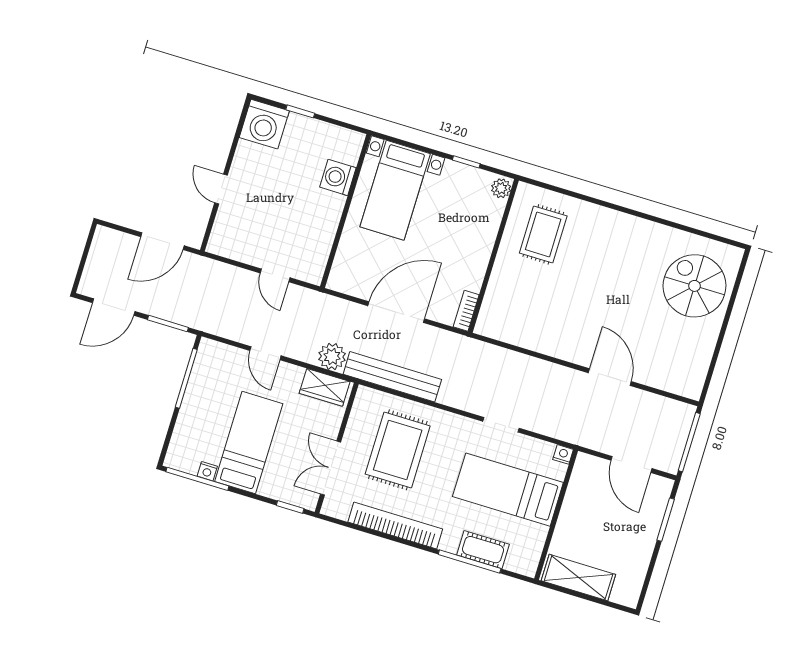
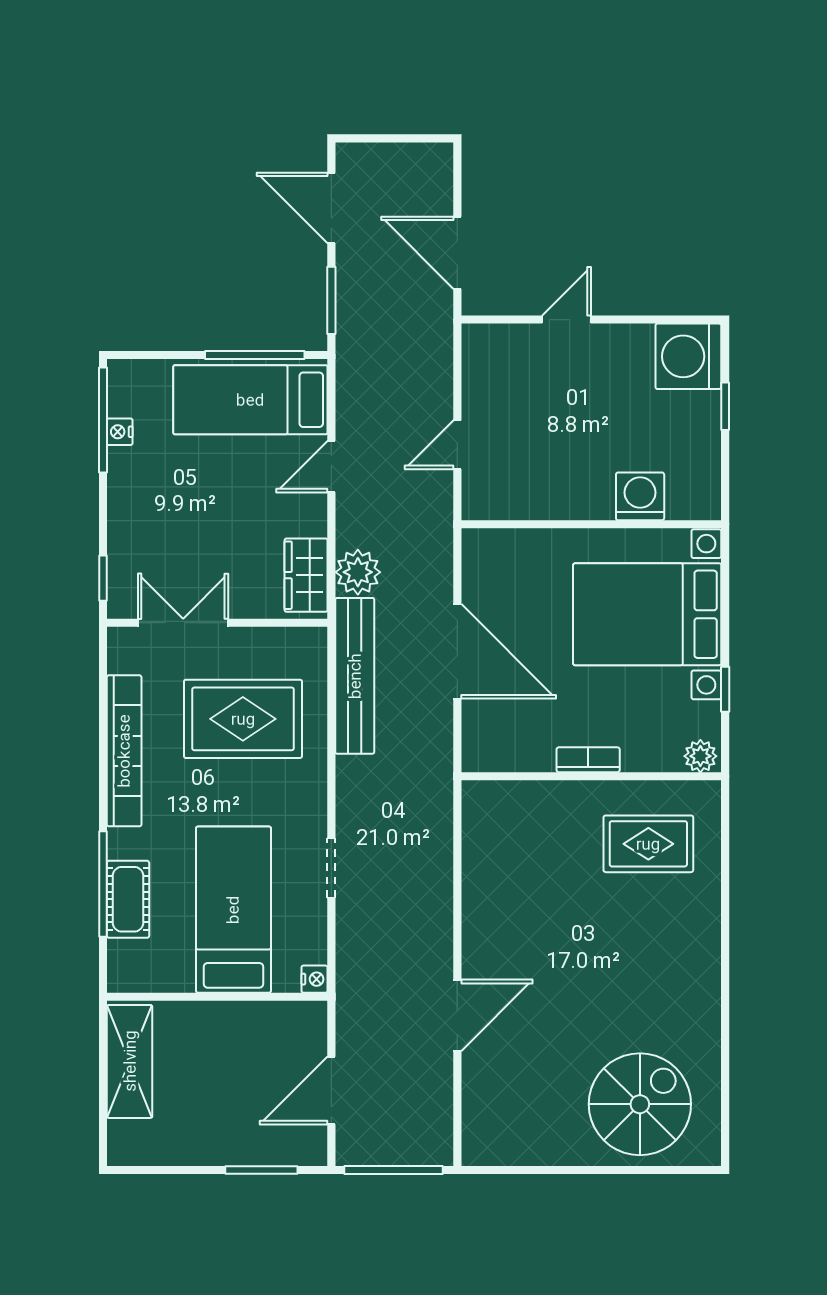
bed with nightstands: (395, 190) -> (647, 614), width x1.36
bookcase: (466, 311) -> (588, 760), moved
bed: (249, 443) -> (250, 400), moved, turned 180

